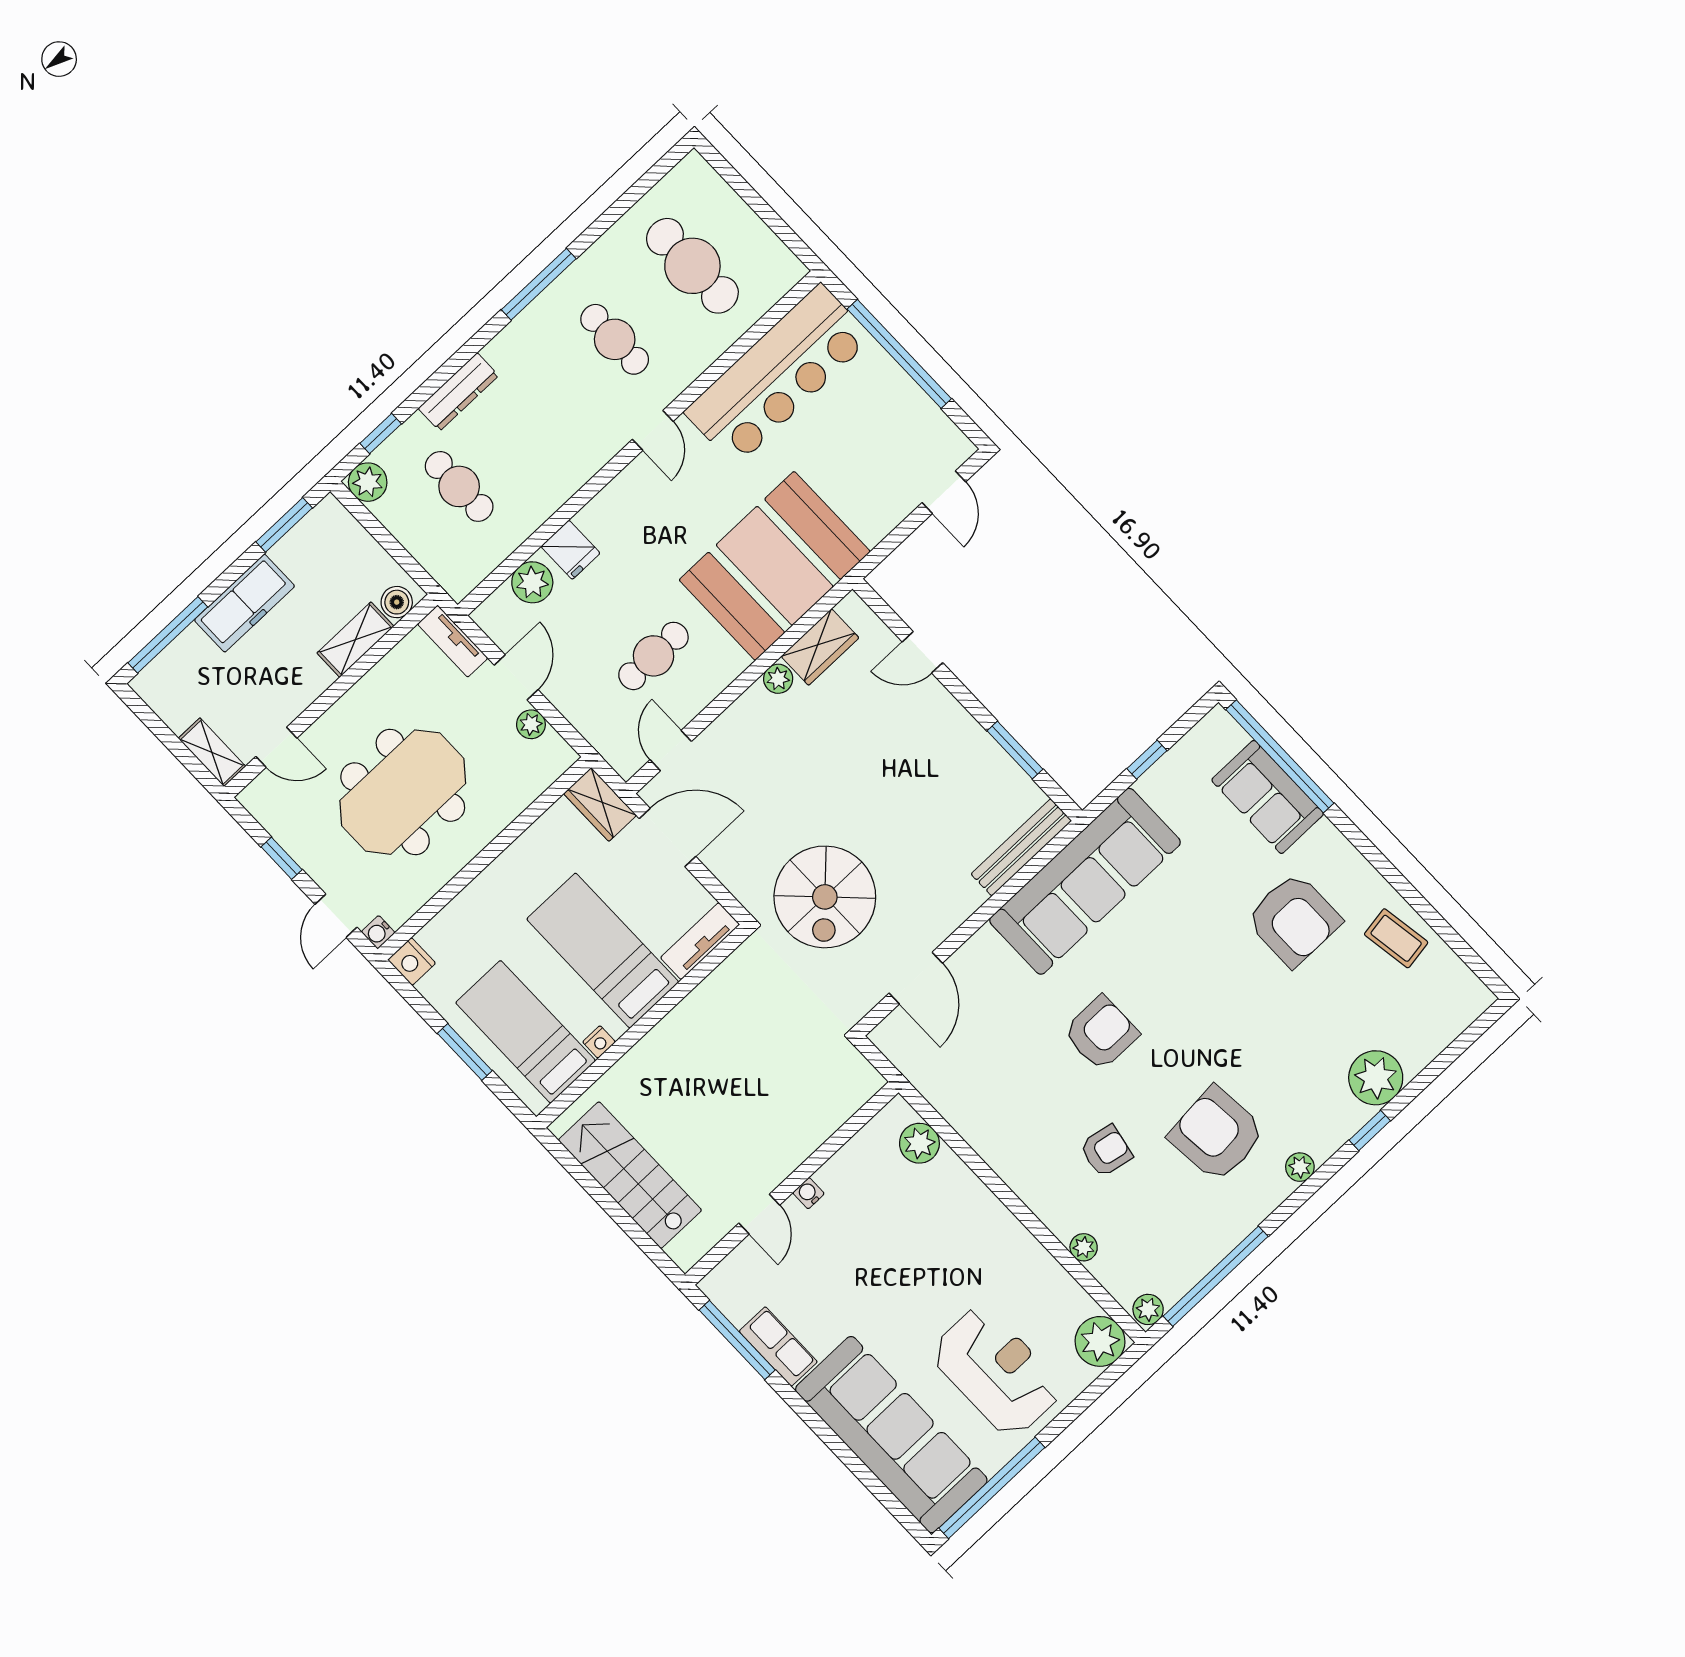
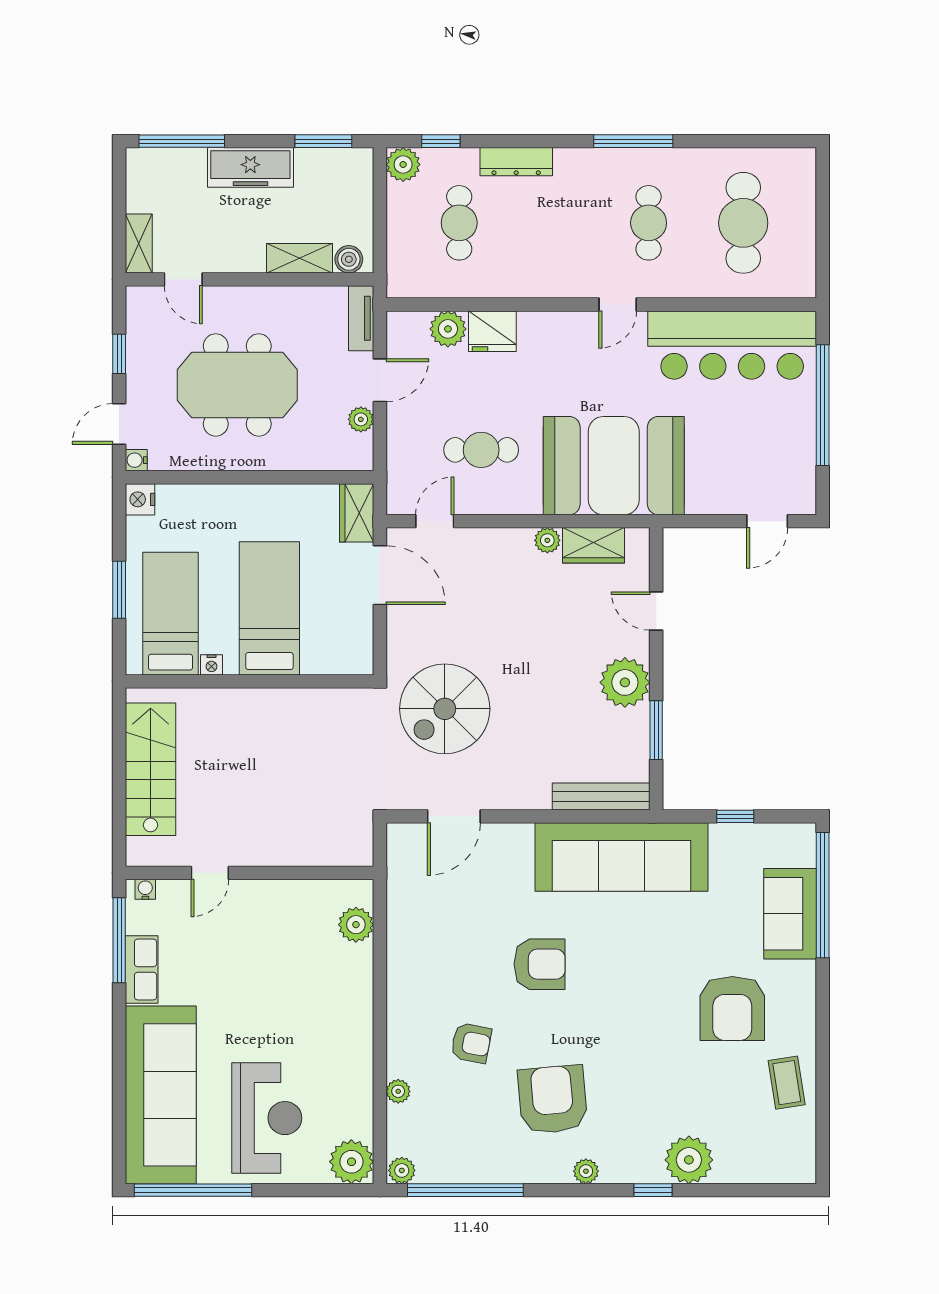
fridge: (570, 550) -> (492, 331), width x1.38
plant: (952, 735) -> (625, 682), added
tv unit: (700, 941) -> (338, 661), removed
water cooler: (808, 1193) -> (145, 889), moved

